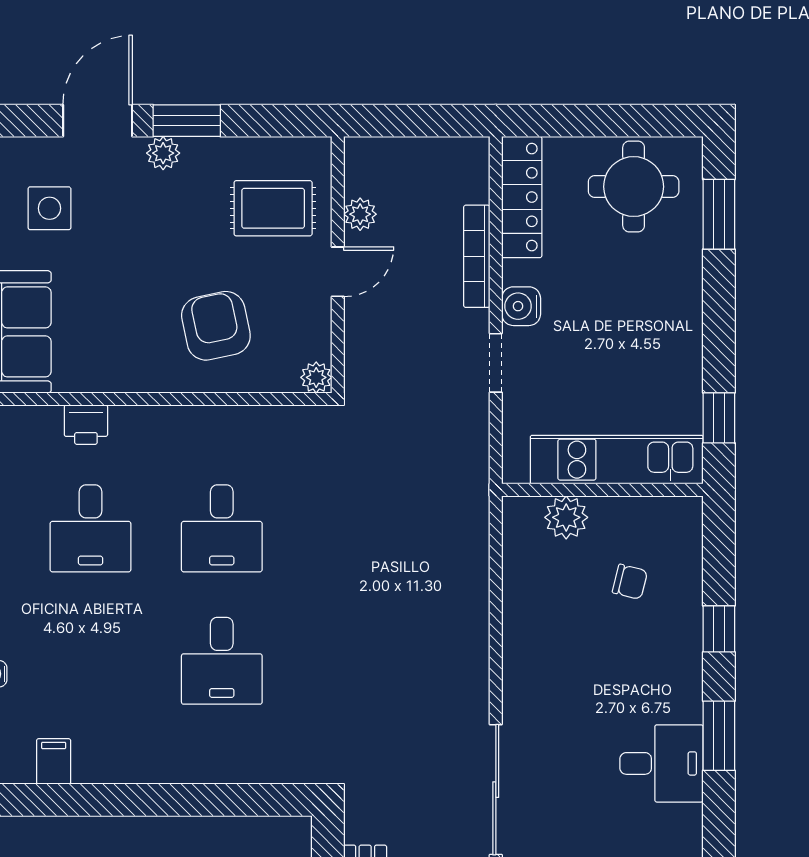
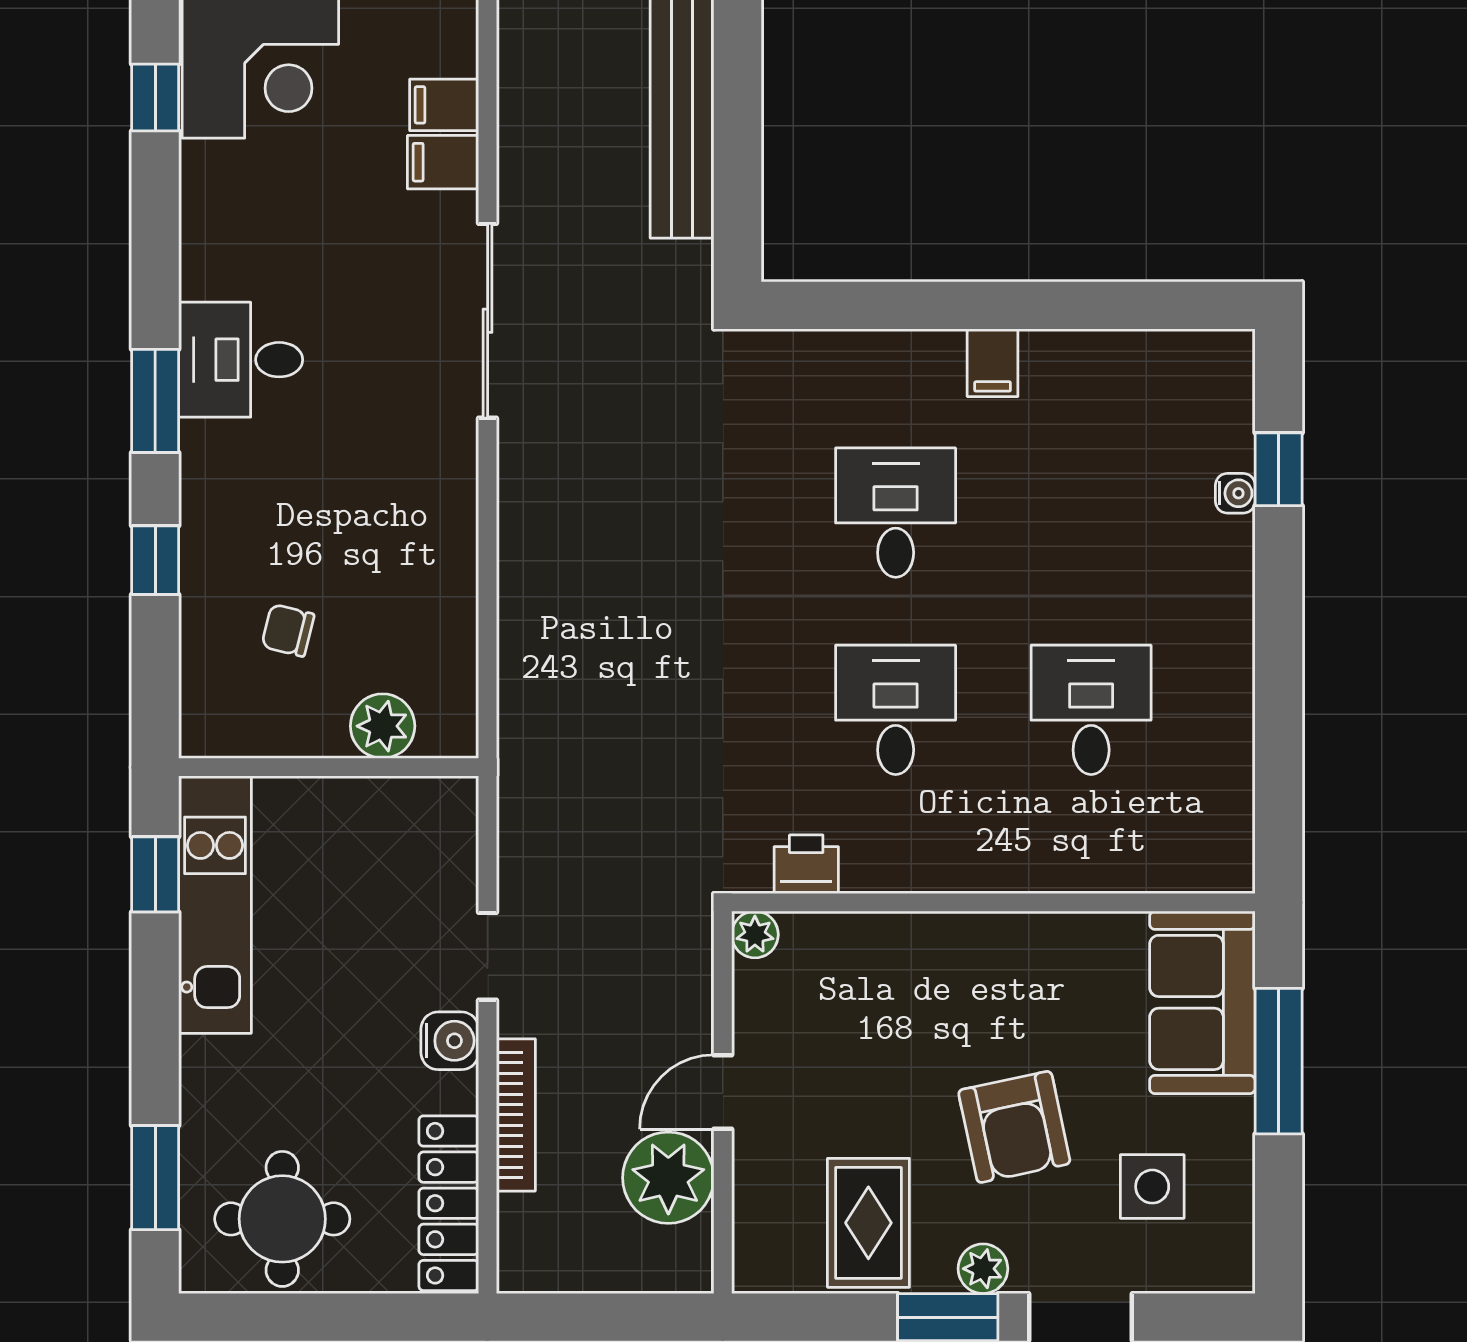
rug: (273, 208) -> (868, 1223), moved, turned 90
plant: (360, 214) -> (668, 1178), width x1.87, depth x1.87
armchair: (216, 326) -> (1014, 1127), moved
printer: (86, 425) -> (806, 864), moved
kitchen unit: (617, 460) -> (215, 905), moved, turned -90
filing cabinet: (54, 761) -> (993, 363), moved

